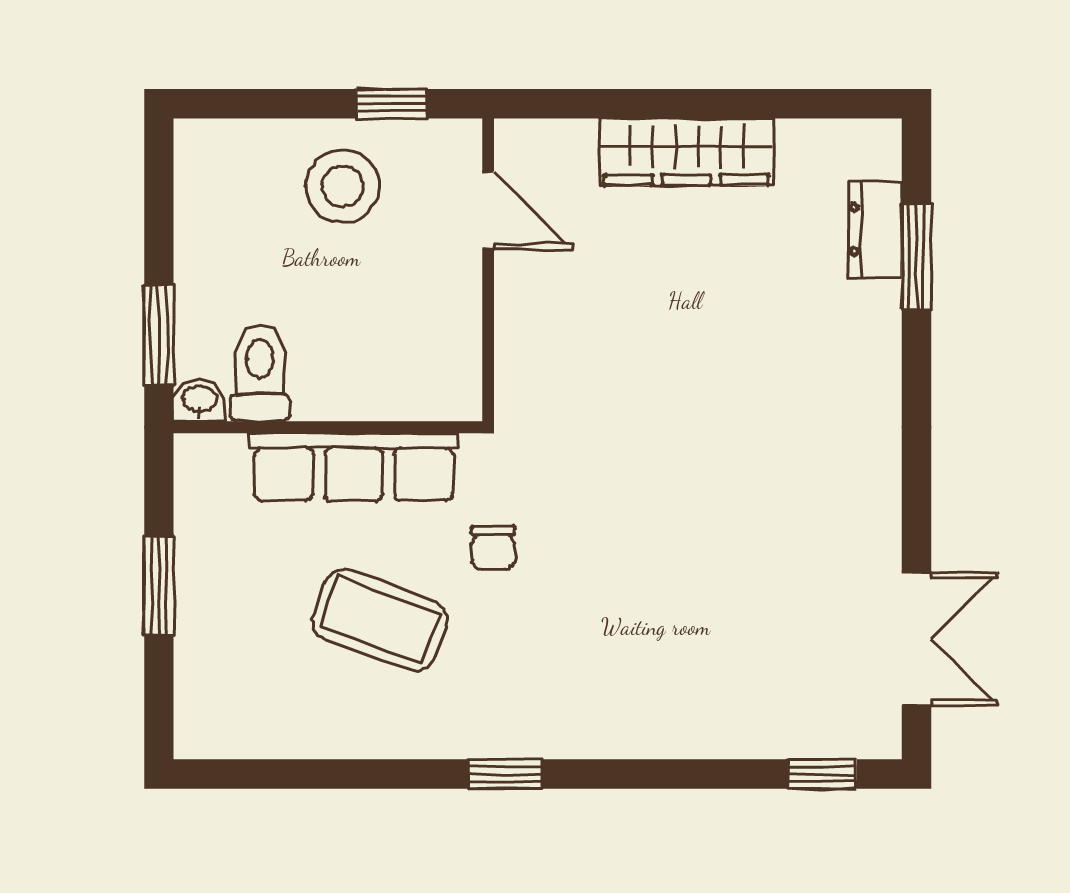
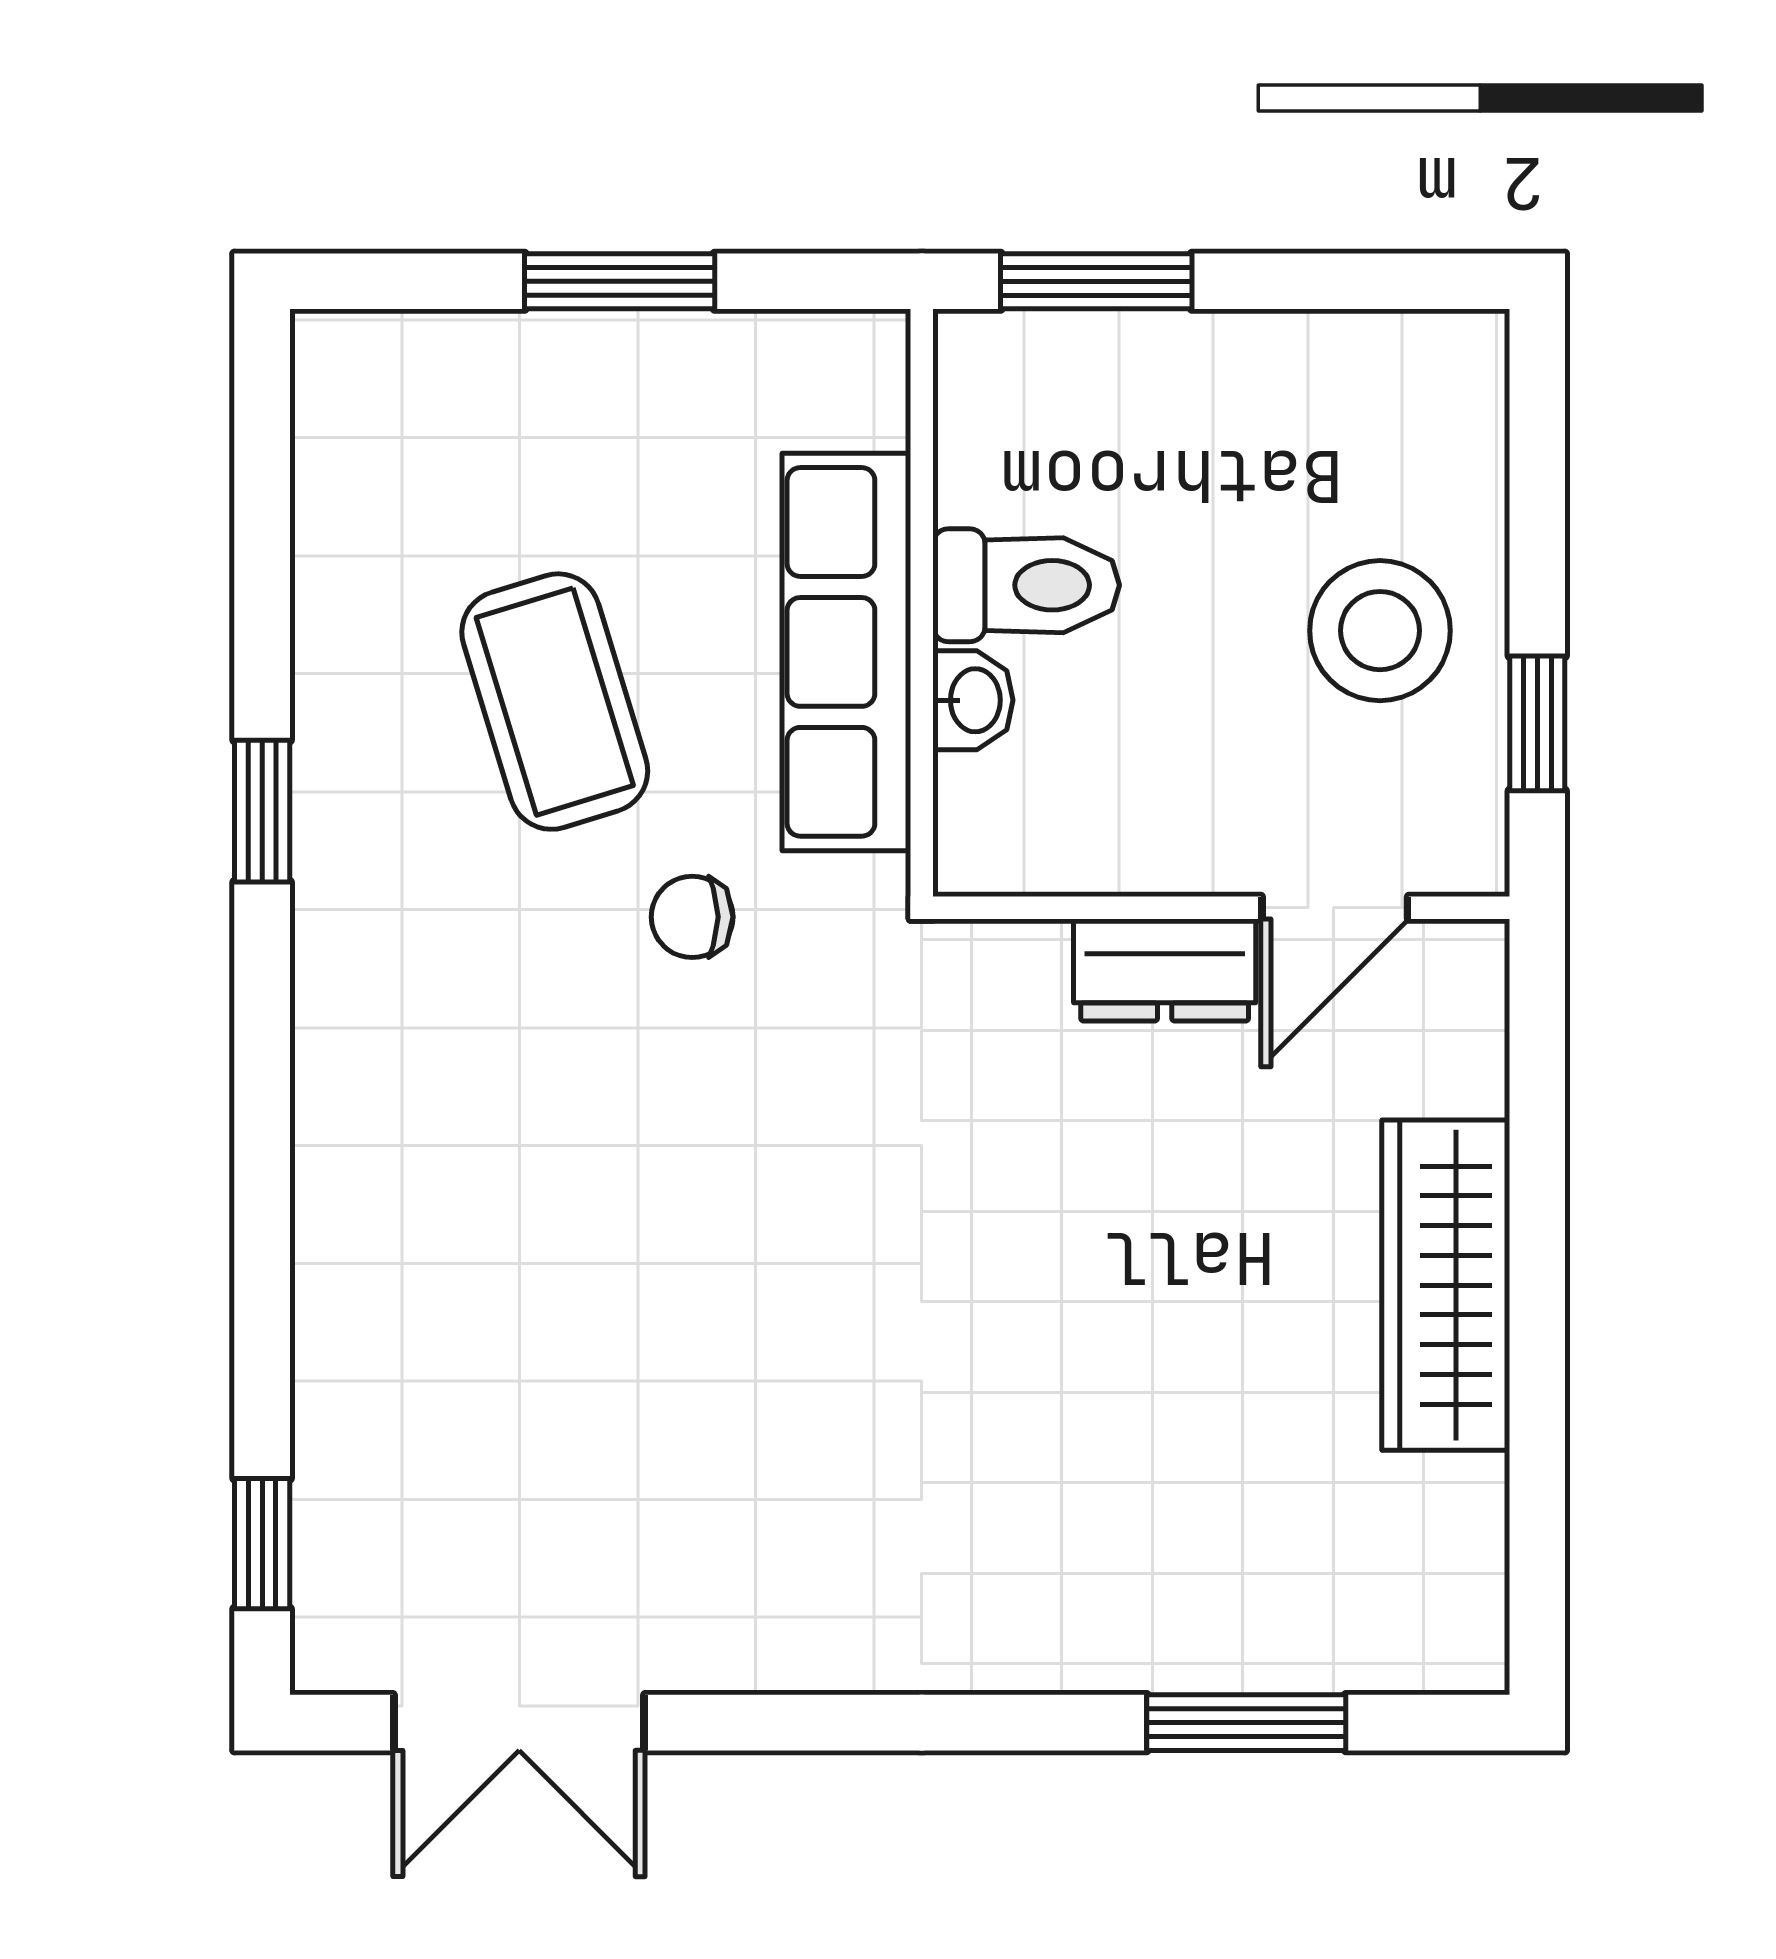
dresser: (875, 229) -> (1165, 970), moved, turned 180
toilet: (260, 372) -> (1026, 585), moved
washbasin: (199, 400) -> (973, 700), moved
coffee table: (380, 620) -> (555, 702), turned -37
window: (505, 774) -> (262, 811), moved

